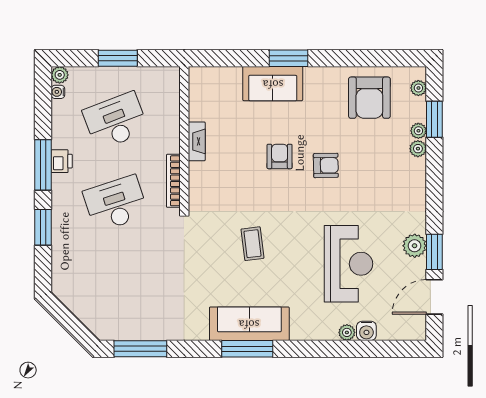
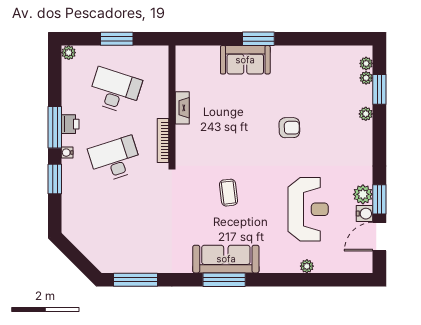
water cooler: (58, 92) -> (67, 153), moved
armchair: (369, 98) -> (326, 71), removed
desk: (116, 121) -> (115, 91), turned 39
plant: (418, 131) -> (366, 78), moved
armchair: (280, 156) -> (251, 120), removed
water cooler: (366, 331) -> (365, 214), moved, turned -90

